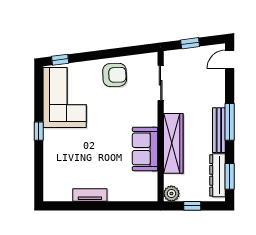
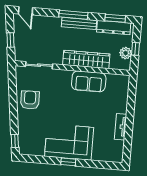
corner sofa: (65, 97) -> (69, 142), moved
plant: (171, 194) -> (126, 53), moved

